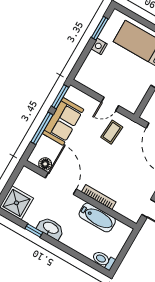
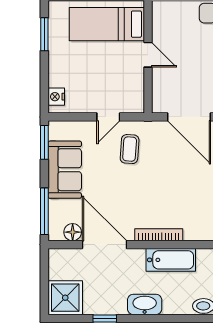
nightstand: (99, 46) -> (56, 97), moved
window: (42, 128) -> (44, 211), moved
washbasin: (51, 228) -> (145, 304), moved

